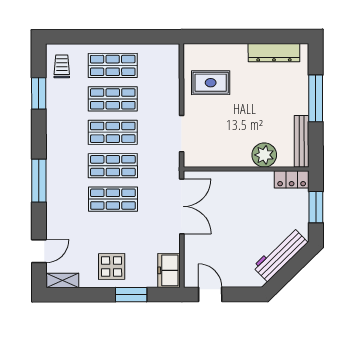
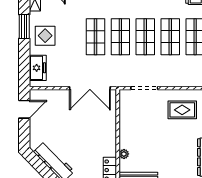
rug: (211, 83) -> (182, 110), turned 90
plant: (264, 155) -> (124, 154), width x0.53, depth x0.53
freezer: (169, 270) -> (38, 68), moved, turned 90
window: (131, 295) -> (24, 27), moved

